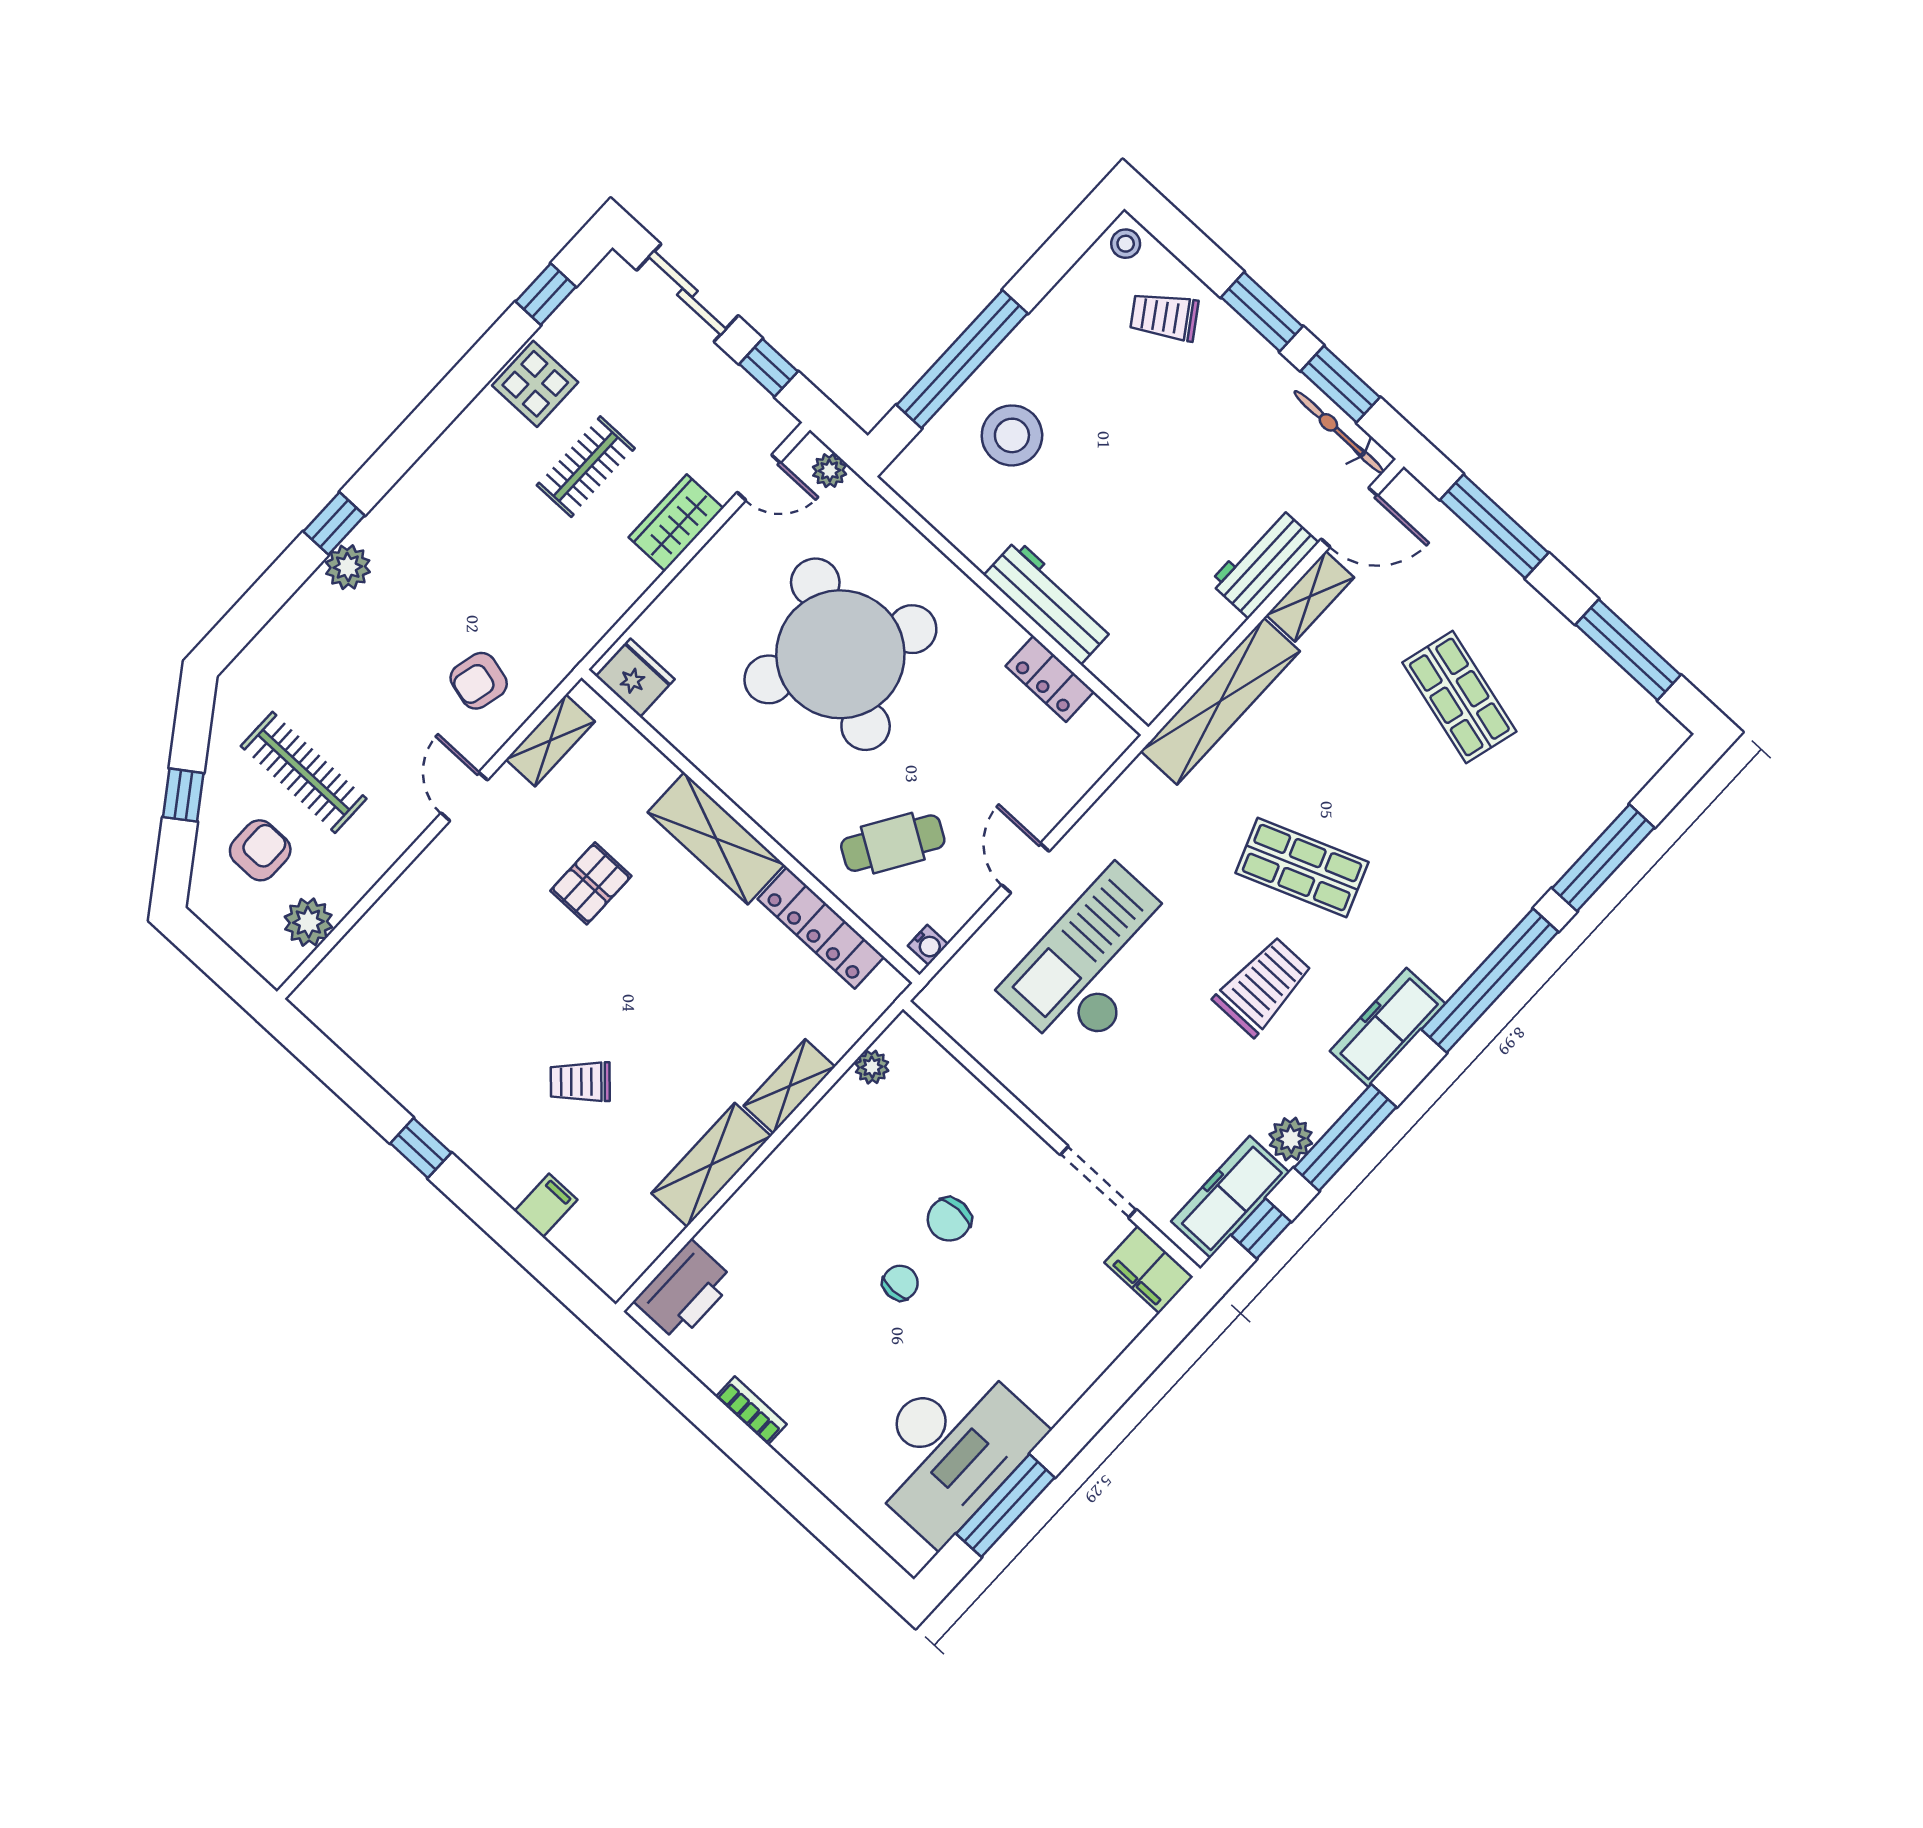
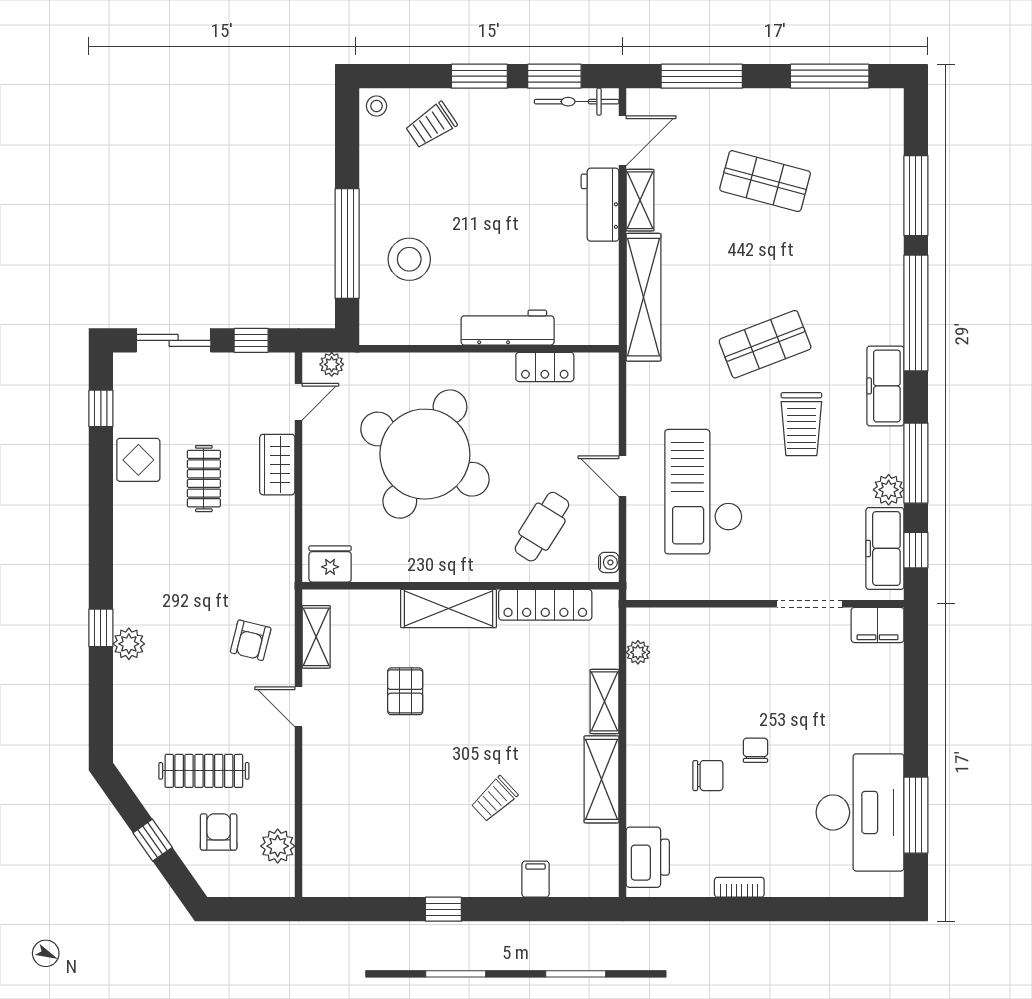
trolley: (1263, 986) -> (801, 424), turned 180
chair: (949, 1219) -> (708, 776), moved, turned -90

